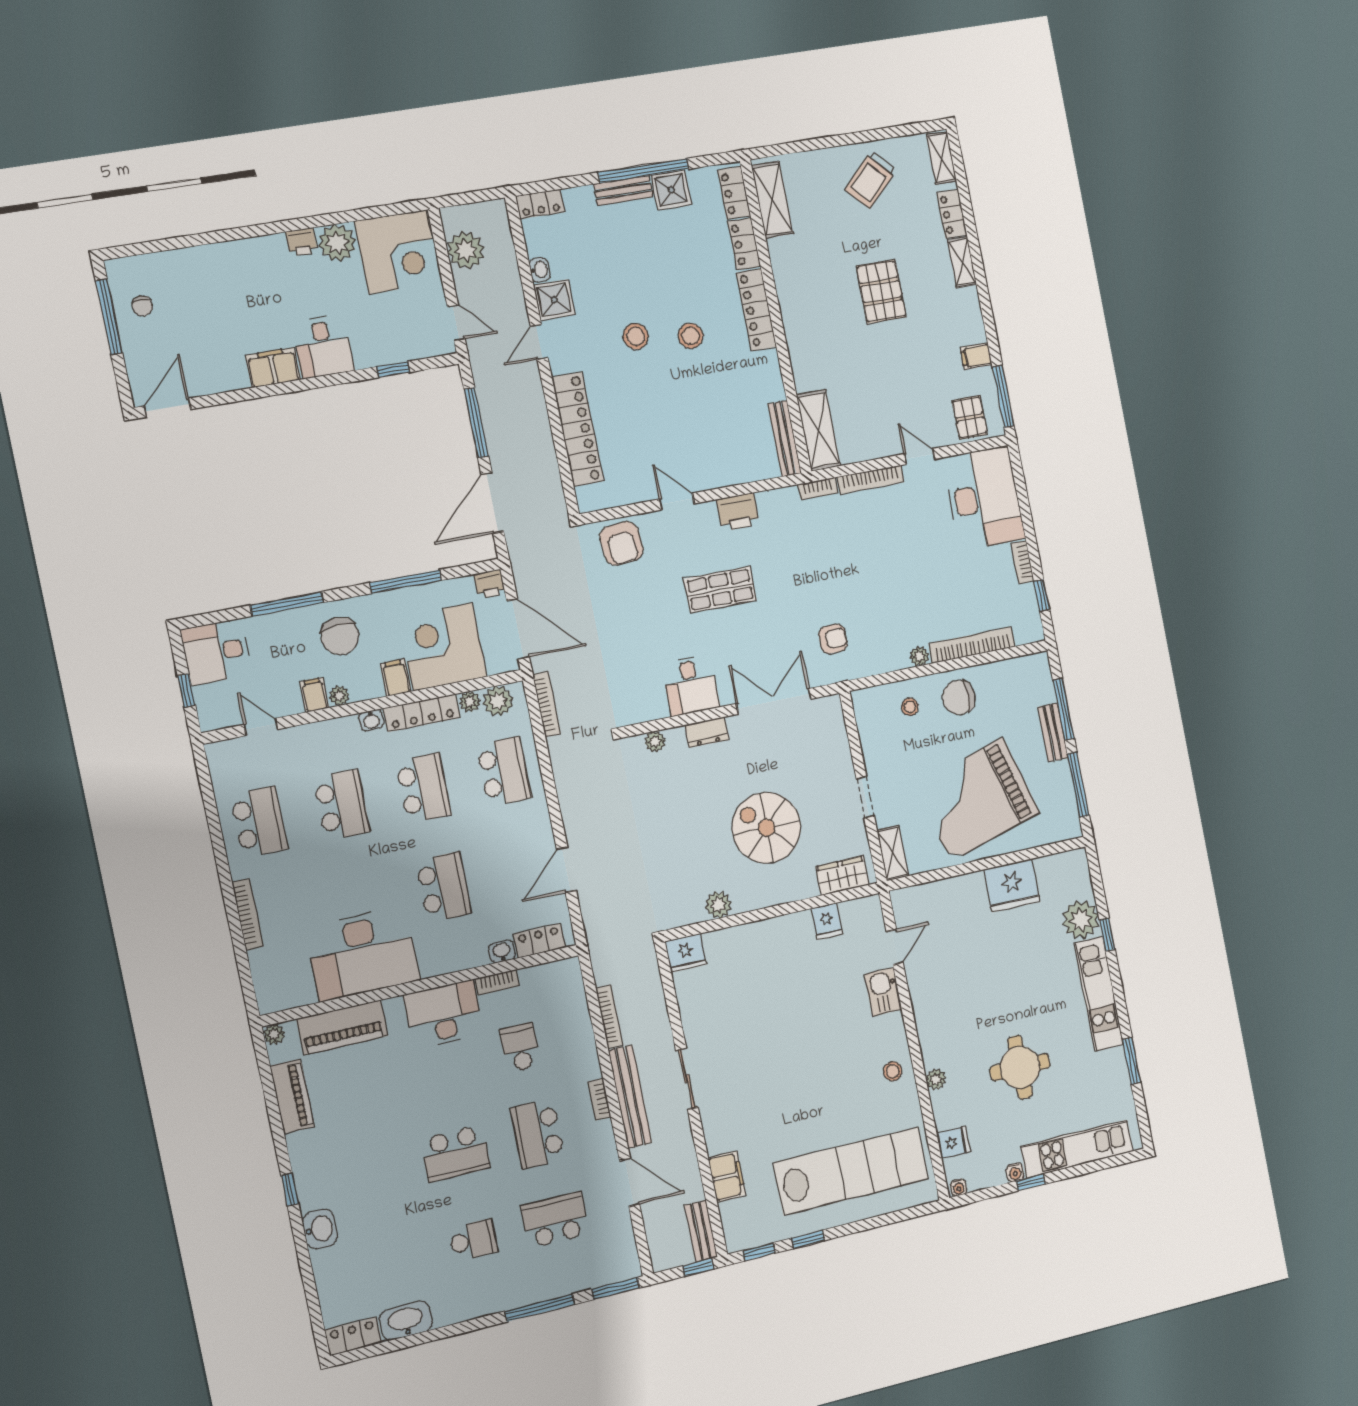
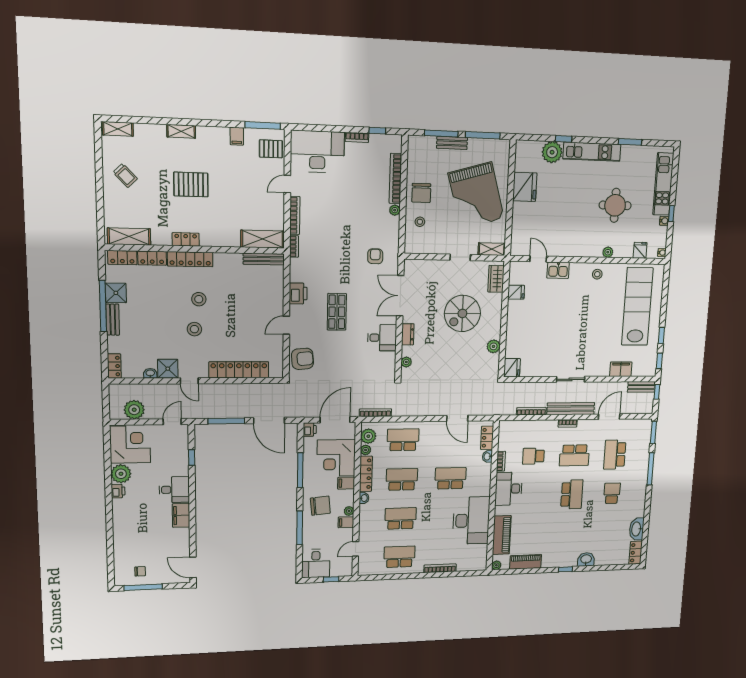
trolley: (871, 180) -> (125, 176), width x0.73, depth x0.72
locker: (952, 214) -> (186, 239), moved, turned 180

